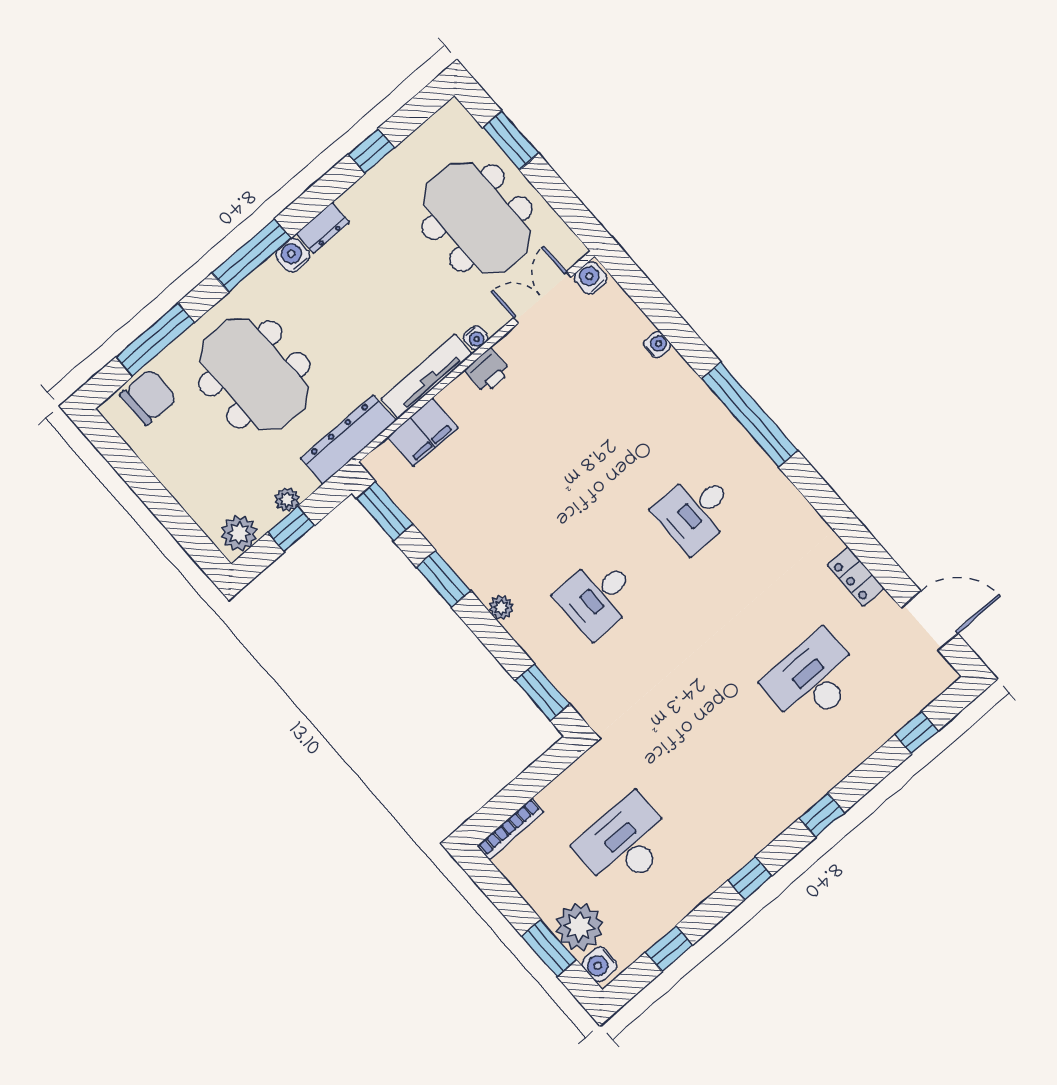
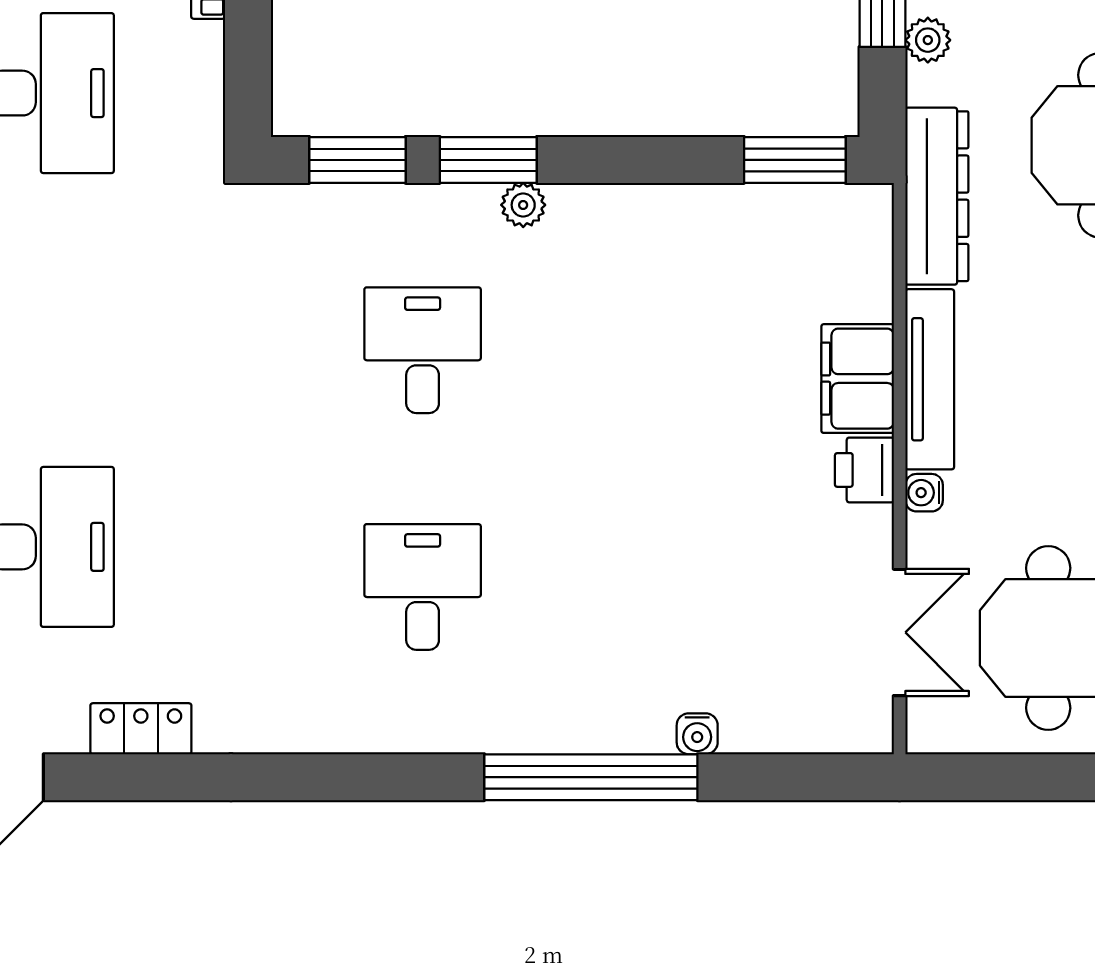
water cooler: (591, 278) -> (869, 722), removed
window: (750, 415) -> (591, 777), moved
filing cabinet: (423, 432) -> (858, 379), moved
window: (444, 579) -> (488, 160), moved

